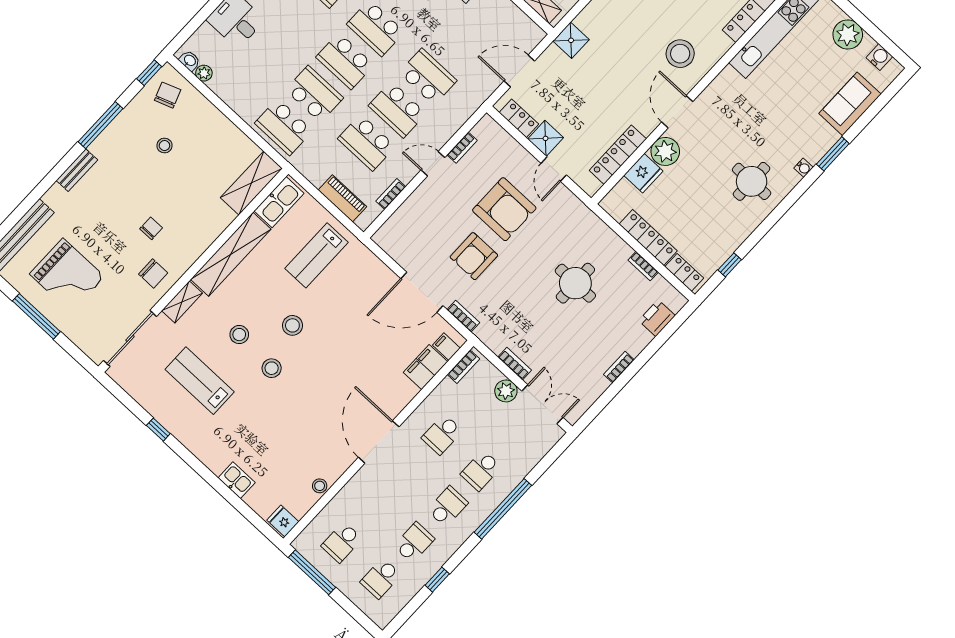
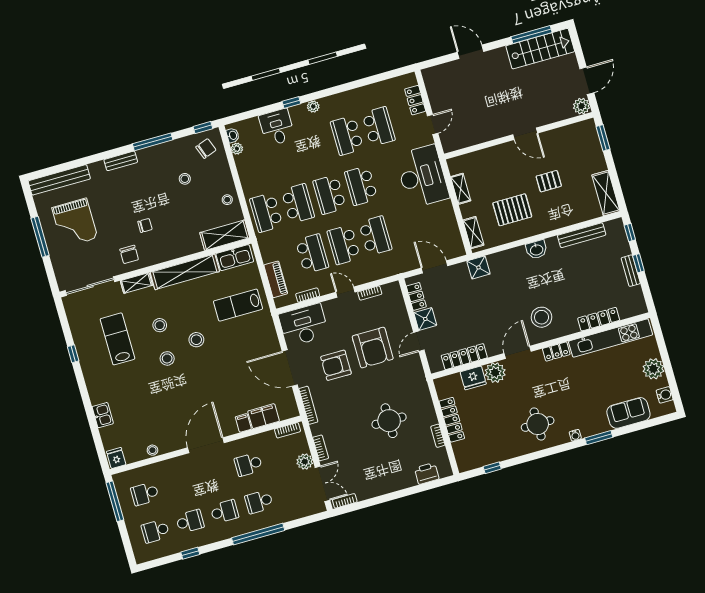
stool: (229, 140) -> (227, 200), added
school desk: (367, 143) -> (312, 254), turned 180
desk: (408, 232) -> (304, 325), added
locker: (684, 272) -> (556, 352), moved, turned 90
bookcase: (463, 316) -> (308, 405), width x1.56
filing cabinet: (446, 347) -> (243, 423), moved
bookcase: (619, 367) -> (345, 501), moved

